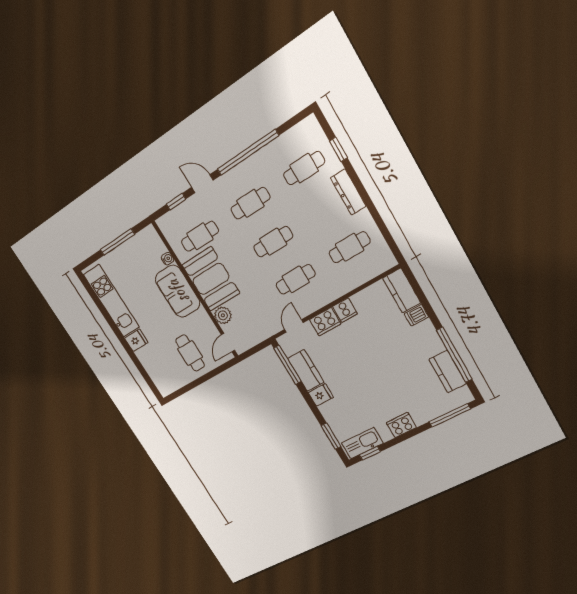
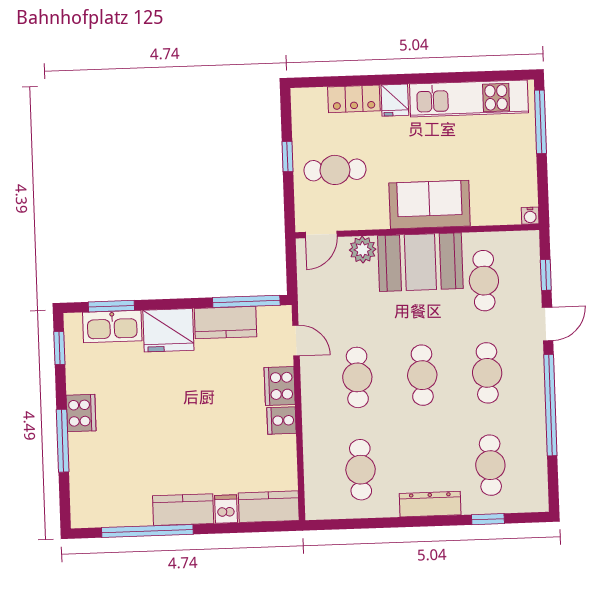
window: (117, 242) -> (540, 122), moved
water cooler: (168, 259) -> (530, 216), moved
door: (228, 343) -> (321, 234), swing flipped
locker: (149, 362) -> (354, 99), added
kitchen counter: (448, 372) -> (183, 510), moved
window: (198, 382) -> (288, 157), added
fridge: (321, 395) -> (168, 330), width x1.88, depth x1.34
window: (450, 415) -> (63, 441), moved
kitchen sink: (362, 443) -> (112, 327), moved, turned 90

